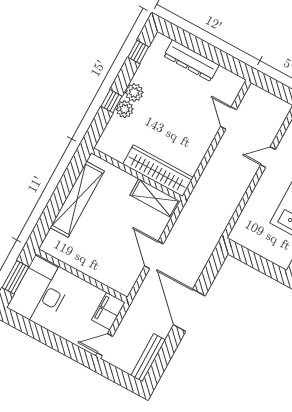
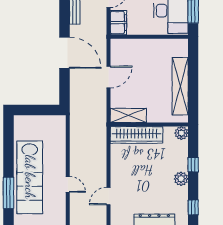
plant: (125, 109) -> (181, 133), moved
door: (229, 118) -> (108, 196), swing flipped
door: (268, 157) -> (68, 184), hinge flipped
door: (154, 255) -> (108, 77), hinge flipped

